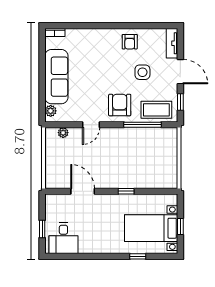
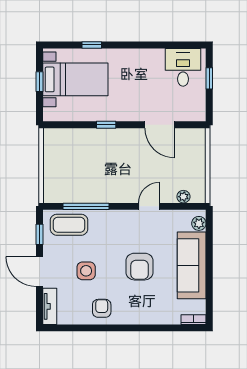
armchair: (120, 105) -> (140, 267), moved

